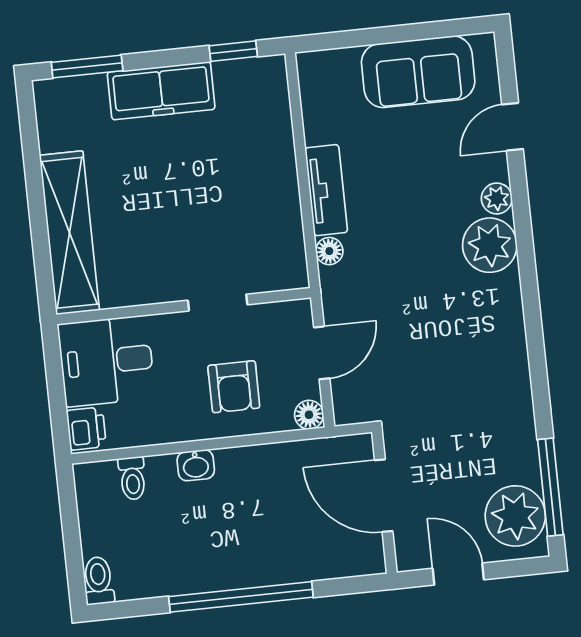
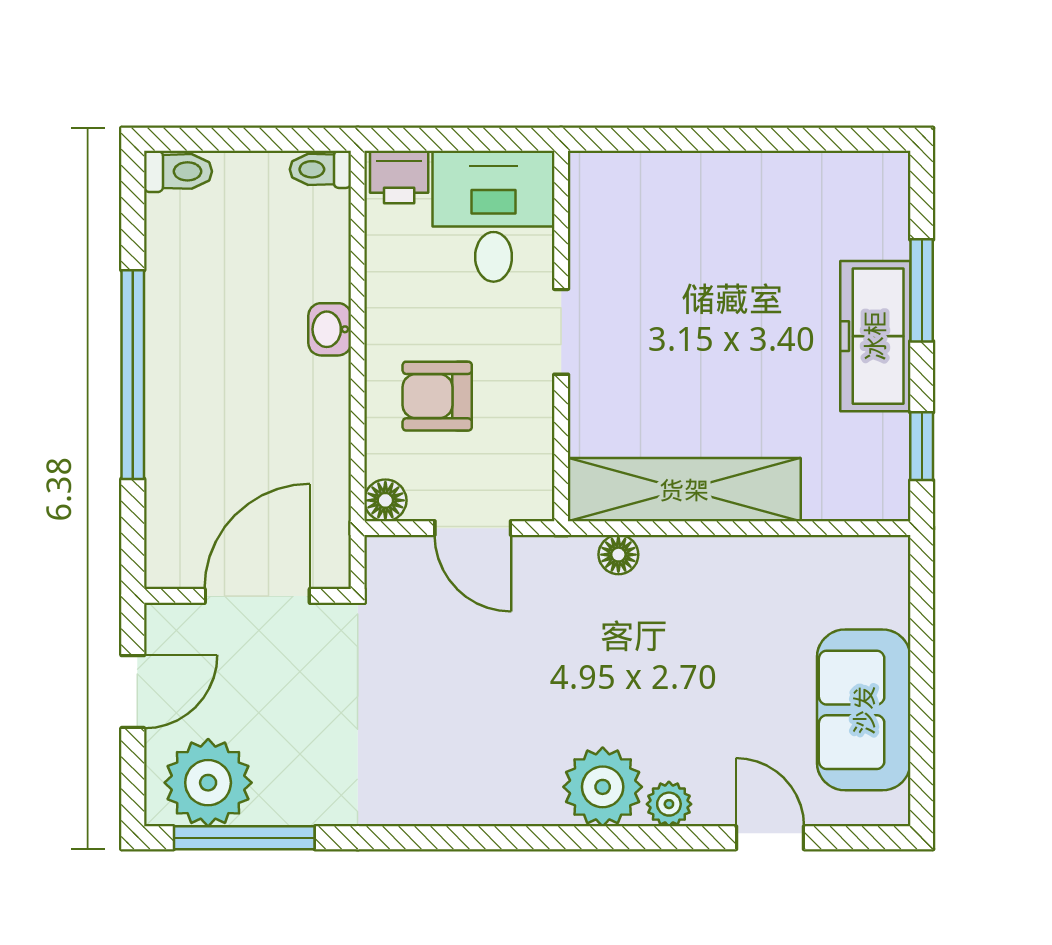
window: (87, 66) -> (922, 290), moved
tv unit: (326, 190) -> (707, 559), removed
shelving: (69, 233) -> (684, 490), moved
doorway: (218, 303) -> (561, 332), moved
toilet: (132, 478) -> (320, 169), moved

